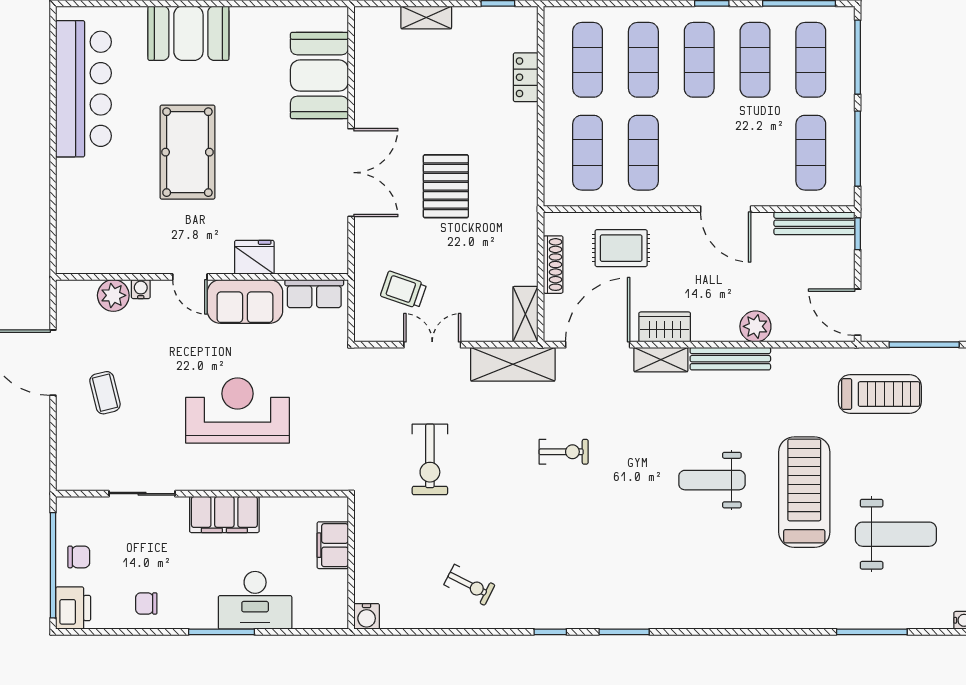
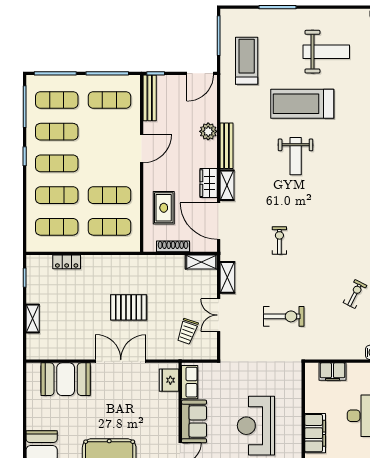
fridge: (254, 257) -> (169, 380), moved
shelving: (513, 364) -> (227, 277), width x0.67, depth x0.75
weight bench: (896, 534) -> (326, 52), turned 90

